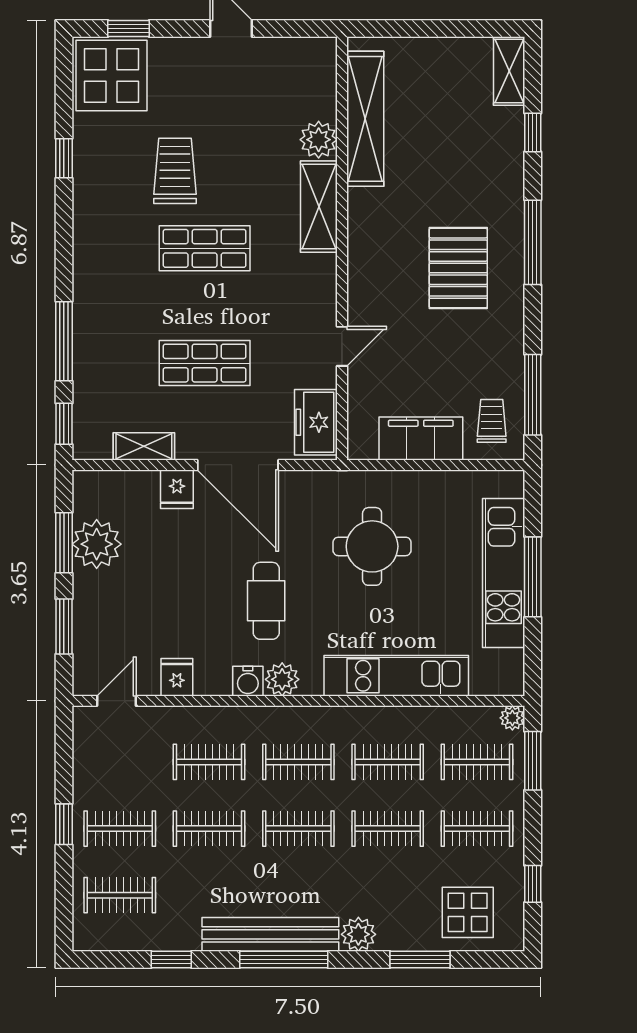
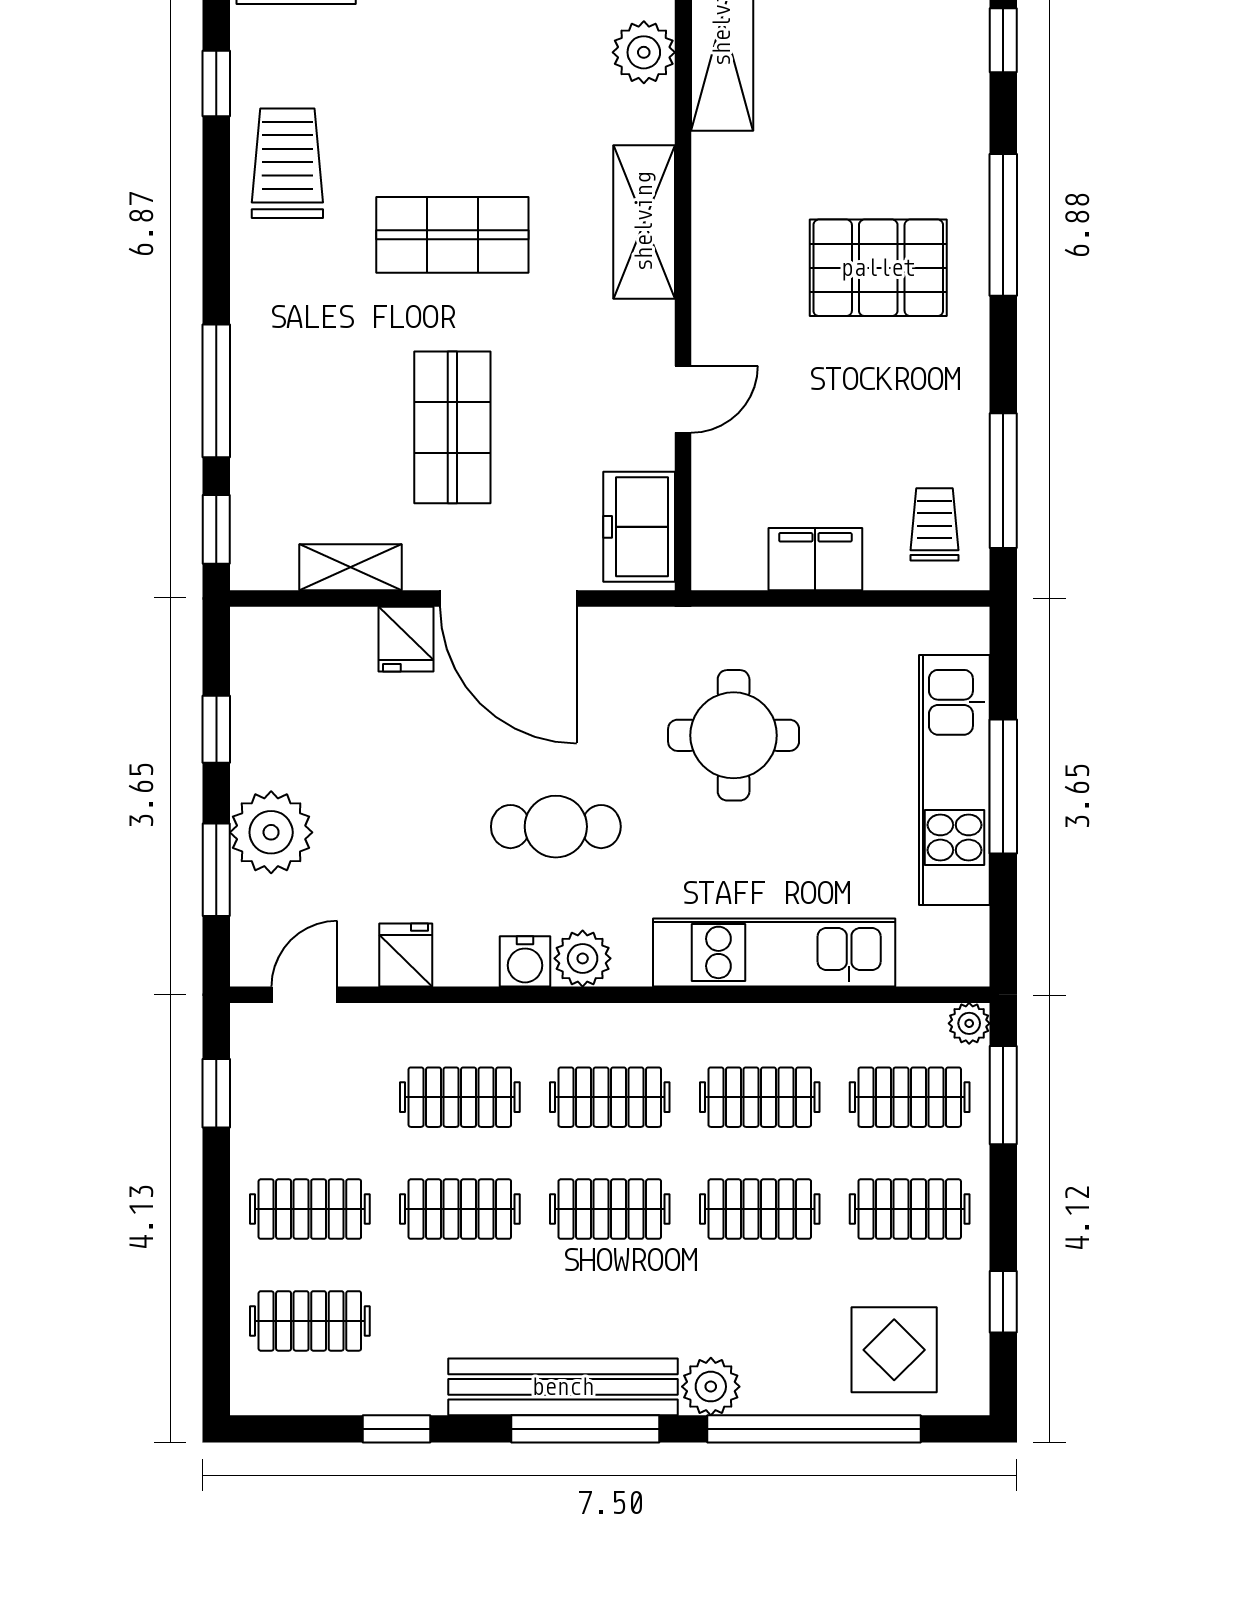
trolley: (175, 171) -> (287, 163), moved
shelving: (319, 207) -> (644, 222), moved
pallet: (458, 268) -> (878, 268), turned 90
shop shelf: (205, 363) -> (452, 427), turned 90
filing cabinet: (421, 438) -> (815, 559), width x0.67, depth x0.86
window: (64, 543) -> (216, 729), width x0.67
plant: (97, 544) -> (271, 832), moved
cafe table: (266, 601) -> (556, 827), turned 90
window: (64, 824) -> (216, 1093), moved
window: (420, 959) -> (814, 1429), width x2.11

